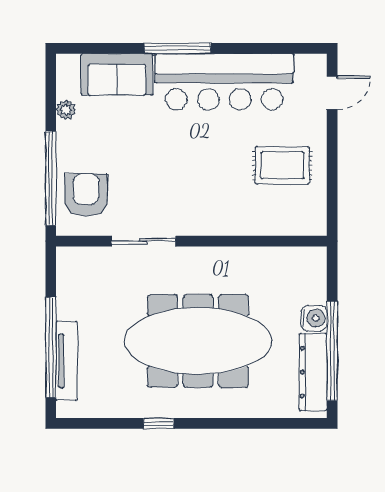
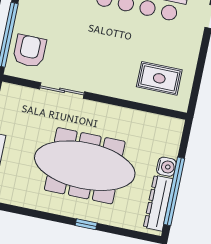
rug: (282, 165) -> (159, 78), moved
window: (159, 423) -> (86, 224), moved

